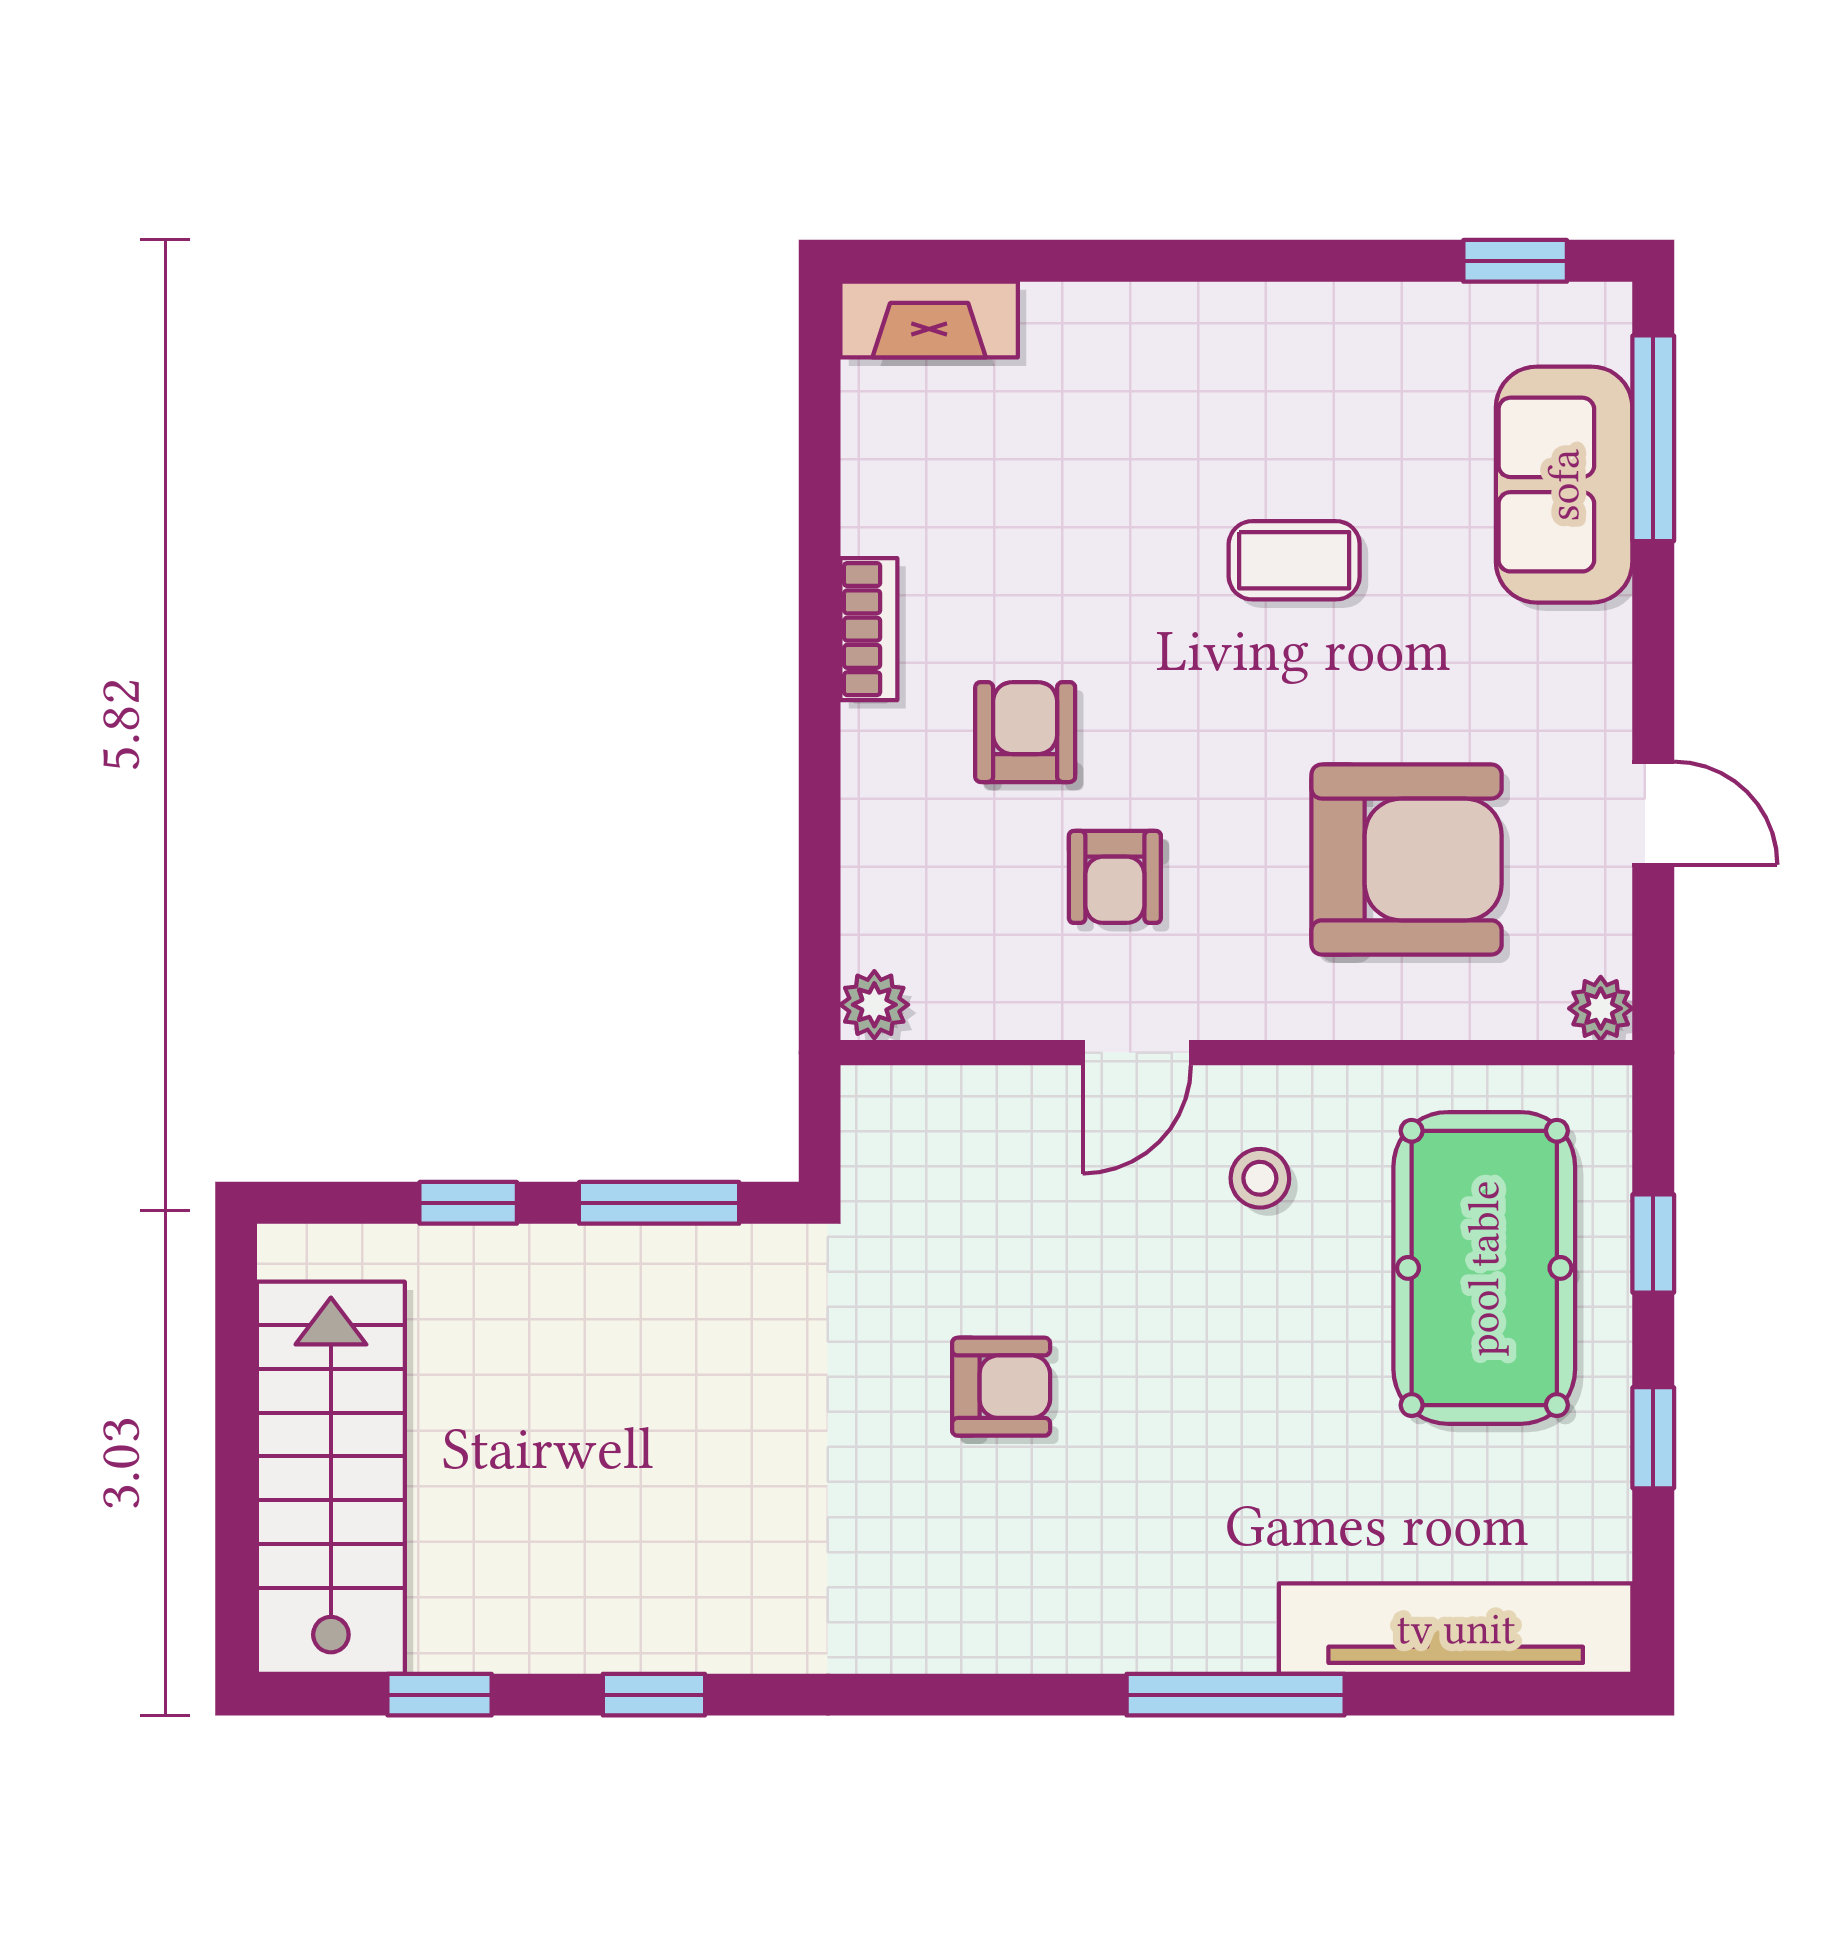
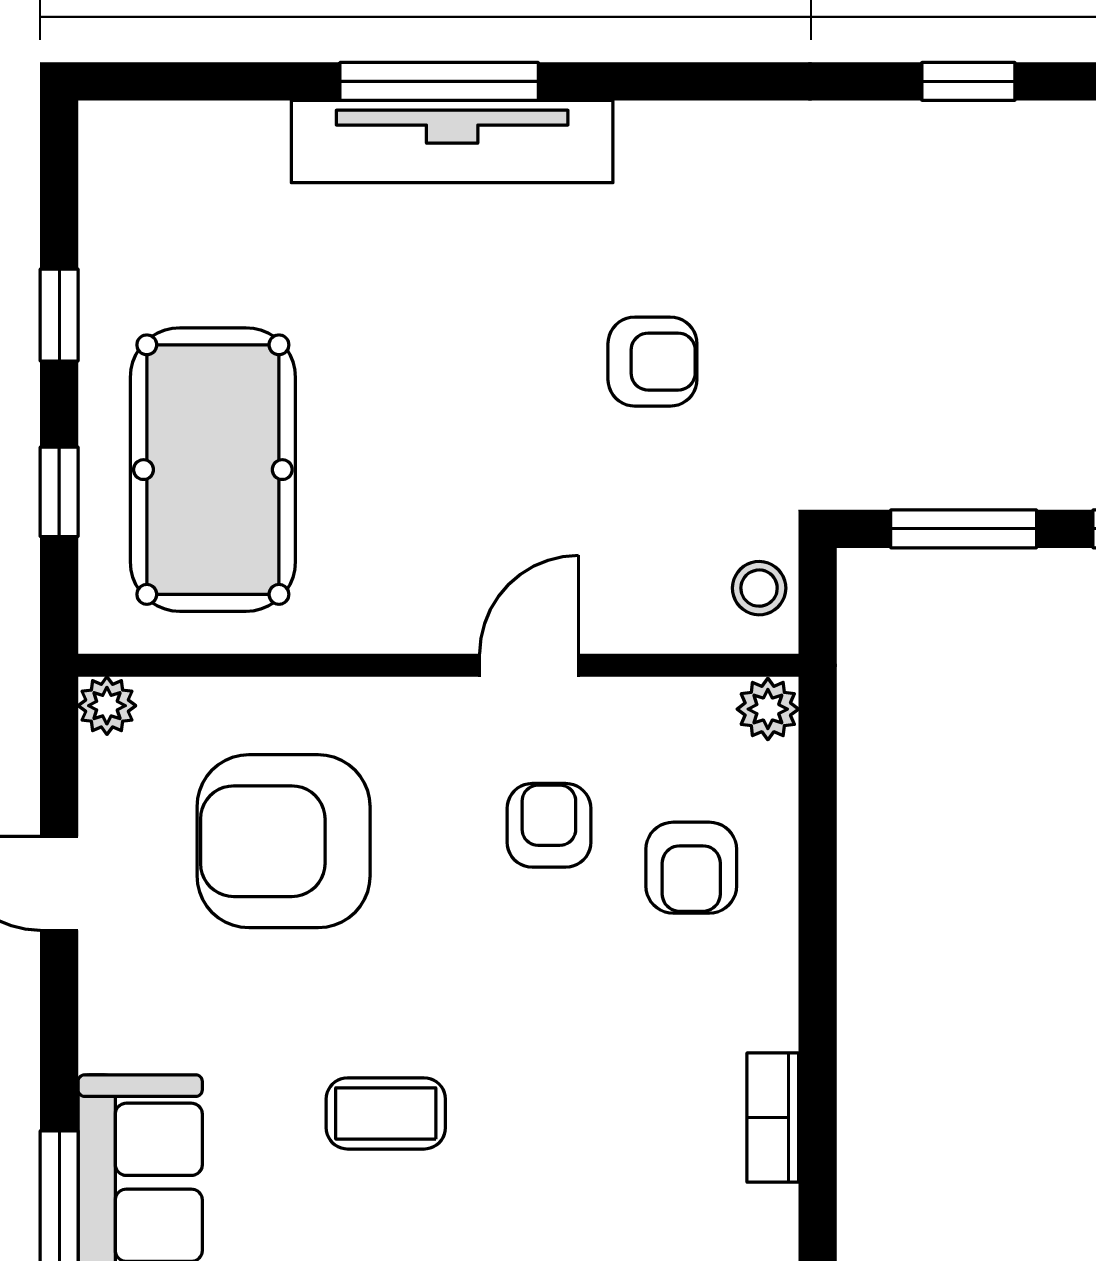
bookcase: (869, 629) -> (773, 1118), moved
armchair: (1025, 732) -> (691, 868), moved
stool: (1260, 1178) -> (759, 588), moved
armchair: (1001, 1387) -> (652, 362), turned 180
tv unit: (1456, 1629) -> (452, 141), moved

